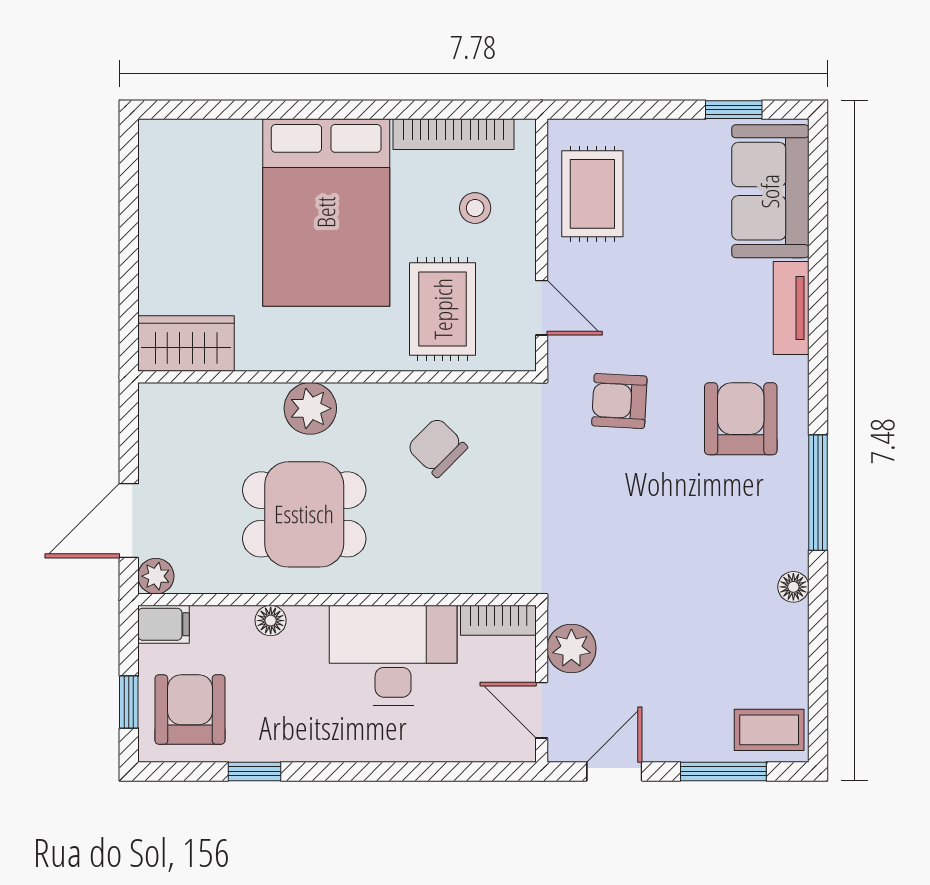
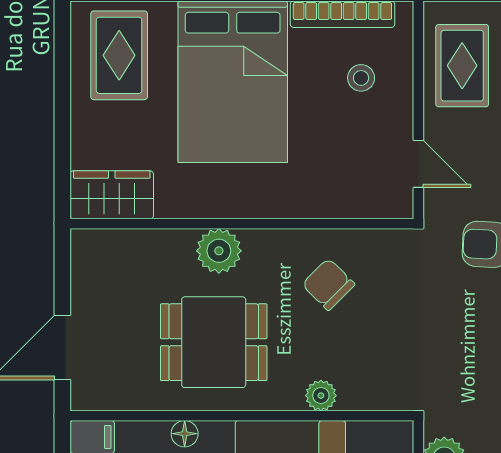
rug: (443, 309) -> (119, 55), moved
plant: (156, 576) -> (321, 396), moved
bookcase: (498, 620) -> (381, 433), removed

